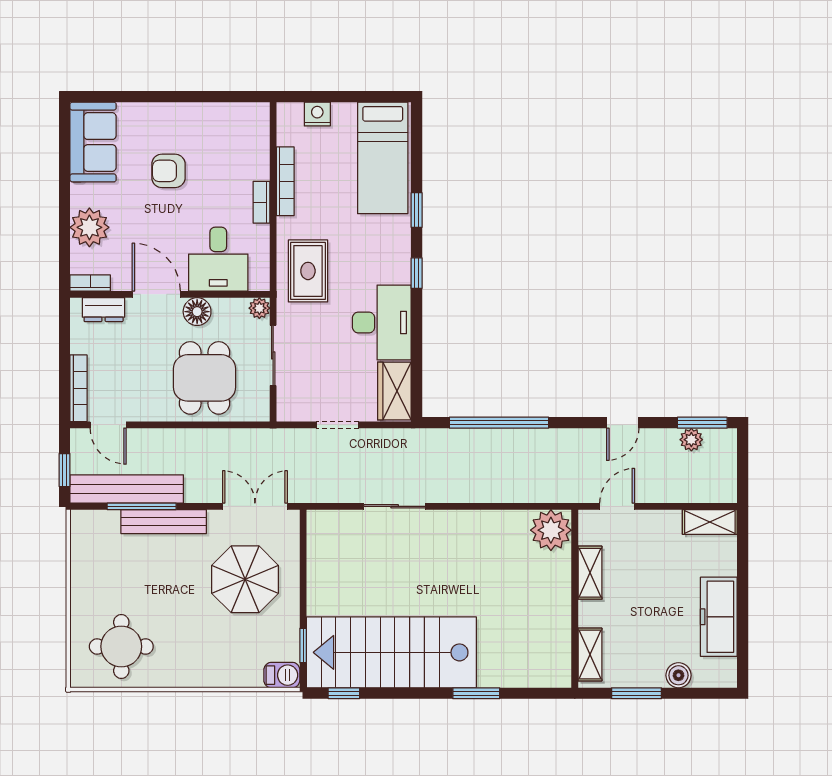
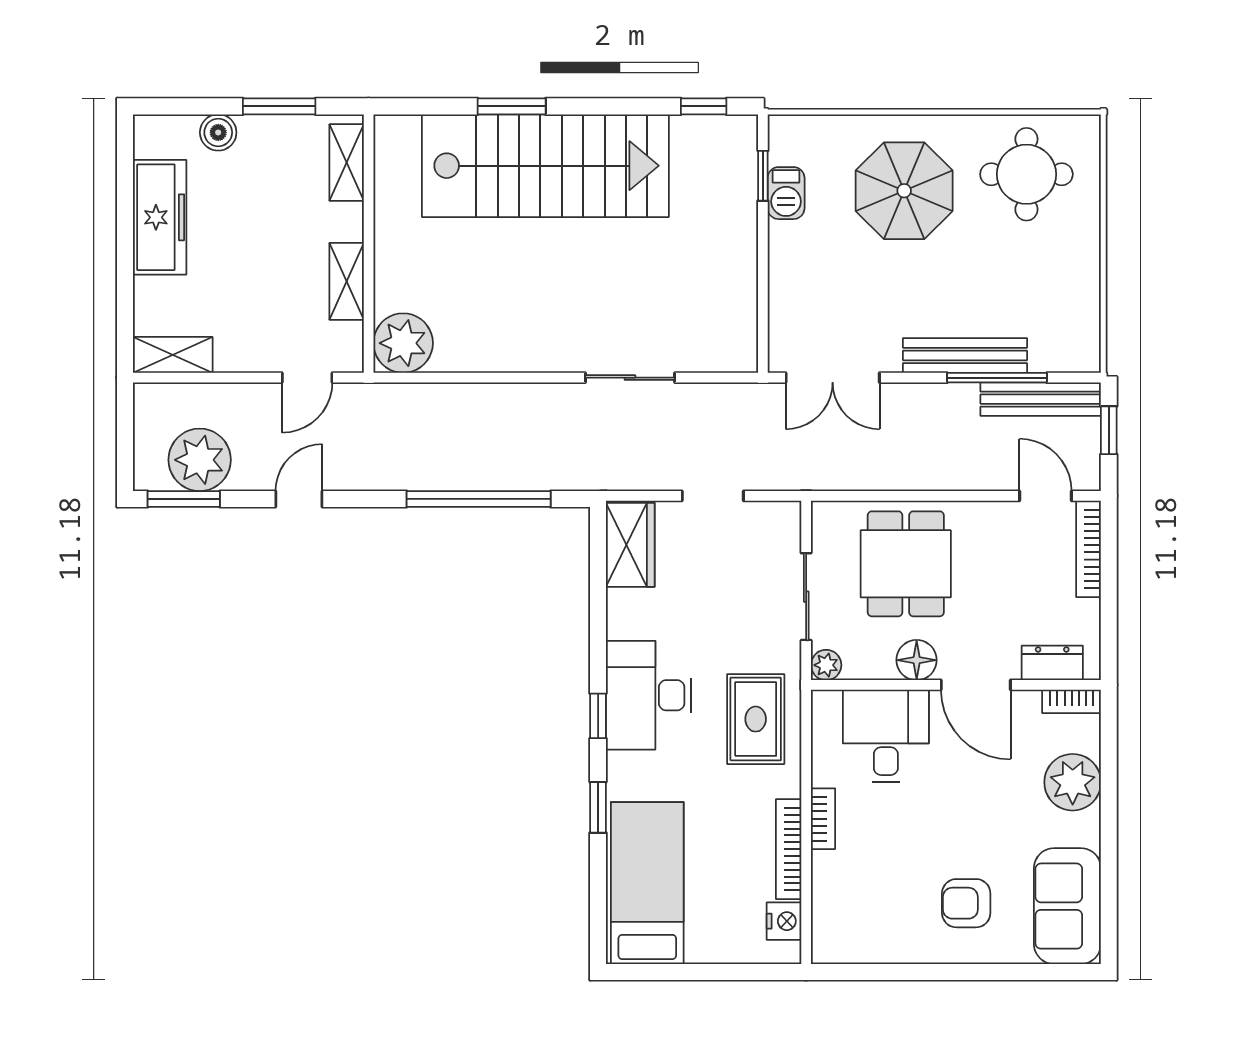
nightstand: (317, 114) -> (784, 921), moved, turned -90
armchair: (168, 171) -> (966, 903), moved, turned 180
desk: (382, 323) -> (649, 695), moved
plant: (691, 440) -> (200, 460), width x1.87, depth x1.87
bench: (127, 489) -> (1041, 399), width x0.73, depth x0.82
parasol: (245, 579) -> (904, 191), moved
stairs: (391, 652) -> (545, 166), moved
barbecue: (282, 675) -> (786, 193), moved, turned -90

